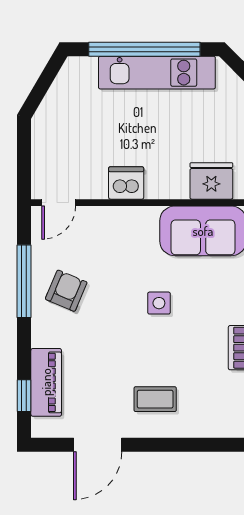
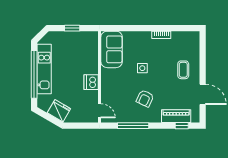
fridge: (211, 181) -> (59, 111), moved, turned 120
armchair: (66, 291) -> (145, 98), moved, turned -88

